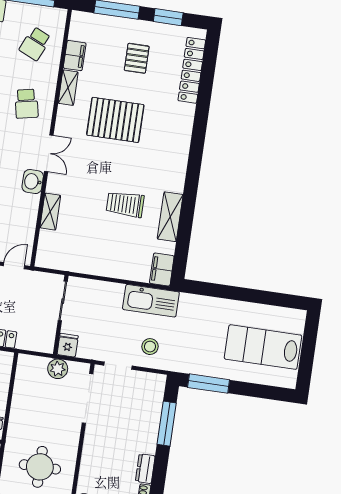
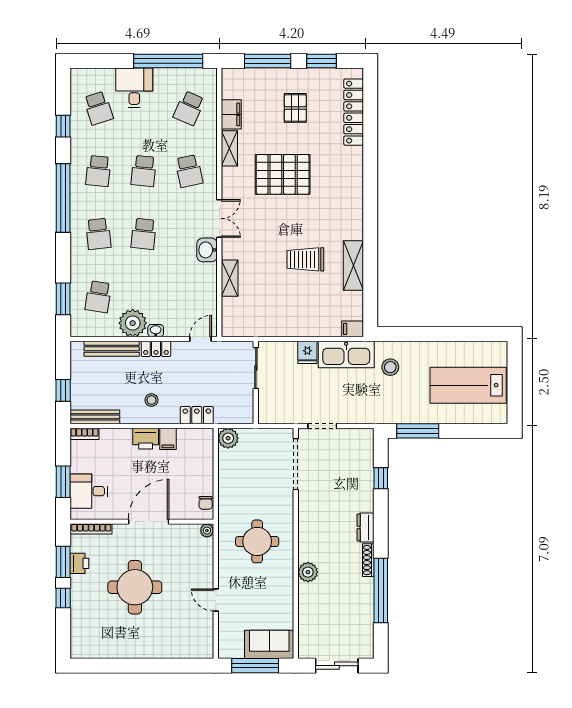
filing cabinet: (162, 270) -> (353, 329), width x0.50
fridge: (68, 345) -> (307, 352), moved, turned 180
stool: (150, 347) -> (390, 367), moved
plant: (58, 369) -> (228, 438), moved
window: (167, 424) -> (381, 478), width x0.46

